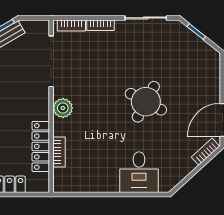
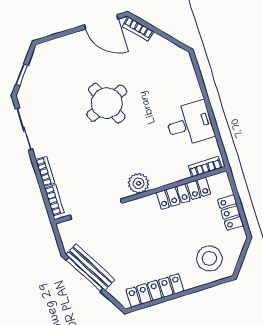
round table: (146, 102) -> (107, 103), turned 38
bookcase: (59, 152) -> (205, 167), moved
desk: (139, 172) -> (190, 124), moved

